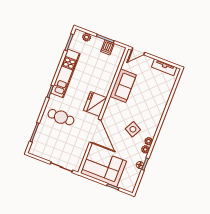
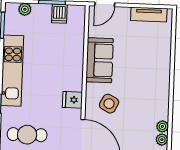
fridge: (95, 104) -> (72, 100), width x0.53, depth x0.75
side table: (133, 129) -> (109, 104), moved

